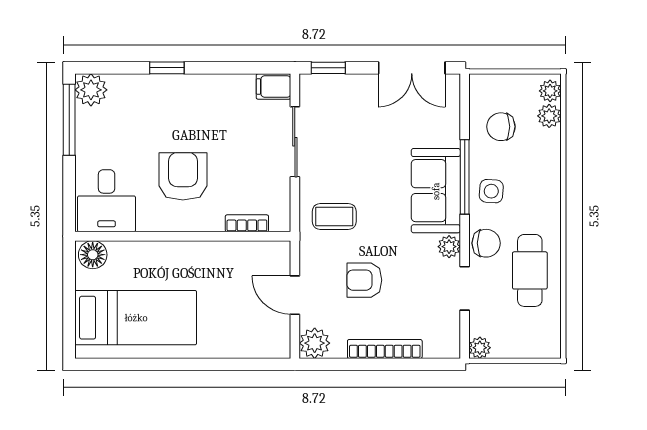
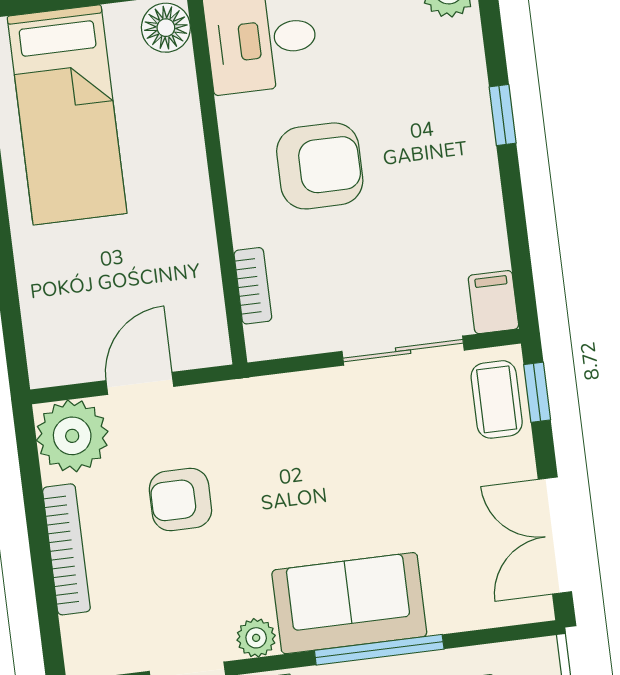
coffee table: (334, 216) -> (497, 399), moved
armchair: (364, 280) -> (180, 499), turned -90
plant: (315, 343) -> (72, 436), width x1.36, depth x1.36

